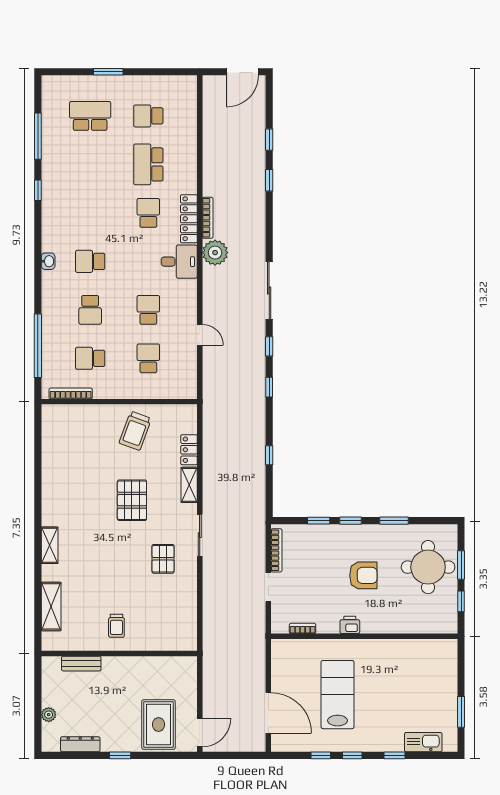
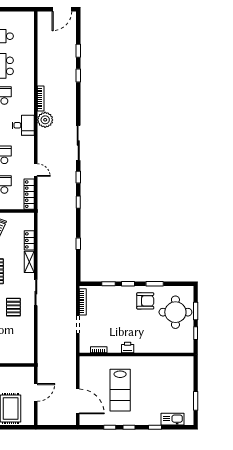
locker: (189, 219) -> (29, 194), moved
armchair: (363, 575) -> (145, 301), moved
lab bench: (338, 695) -> (120, 390), turned 180
door: (200, 732) -> (36, 392), moved

